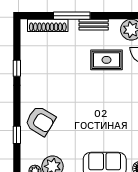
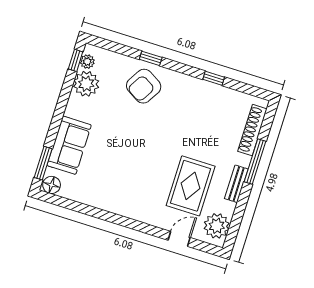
rug: (106, 60) -> (191, 186), width x1.36, depth x1.43
window: (17, 135) -> (151, 58), moved

